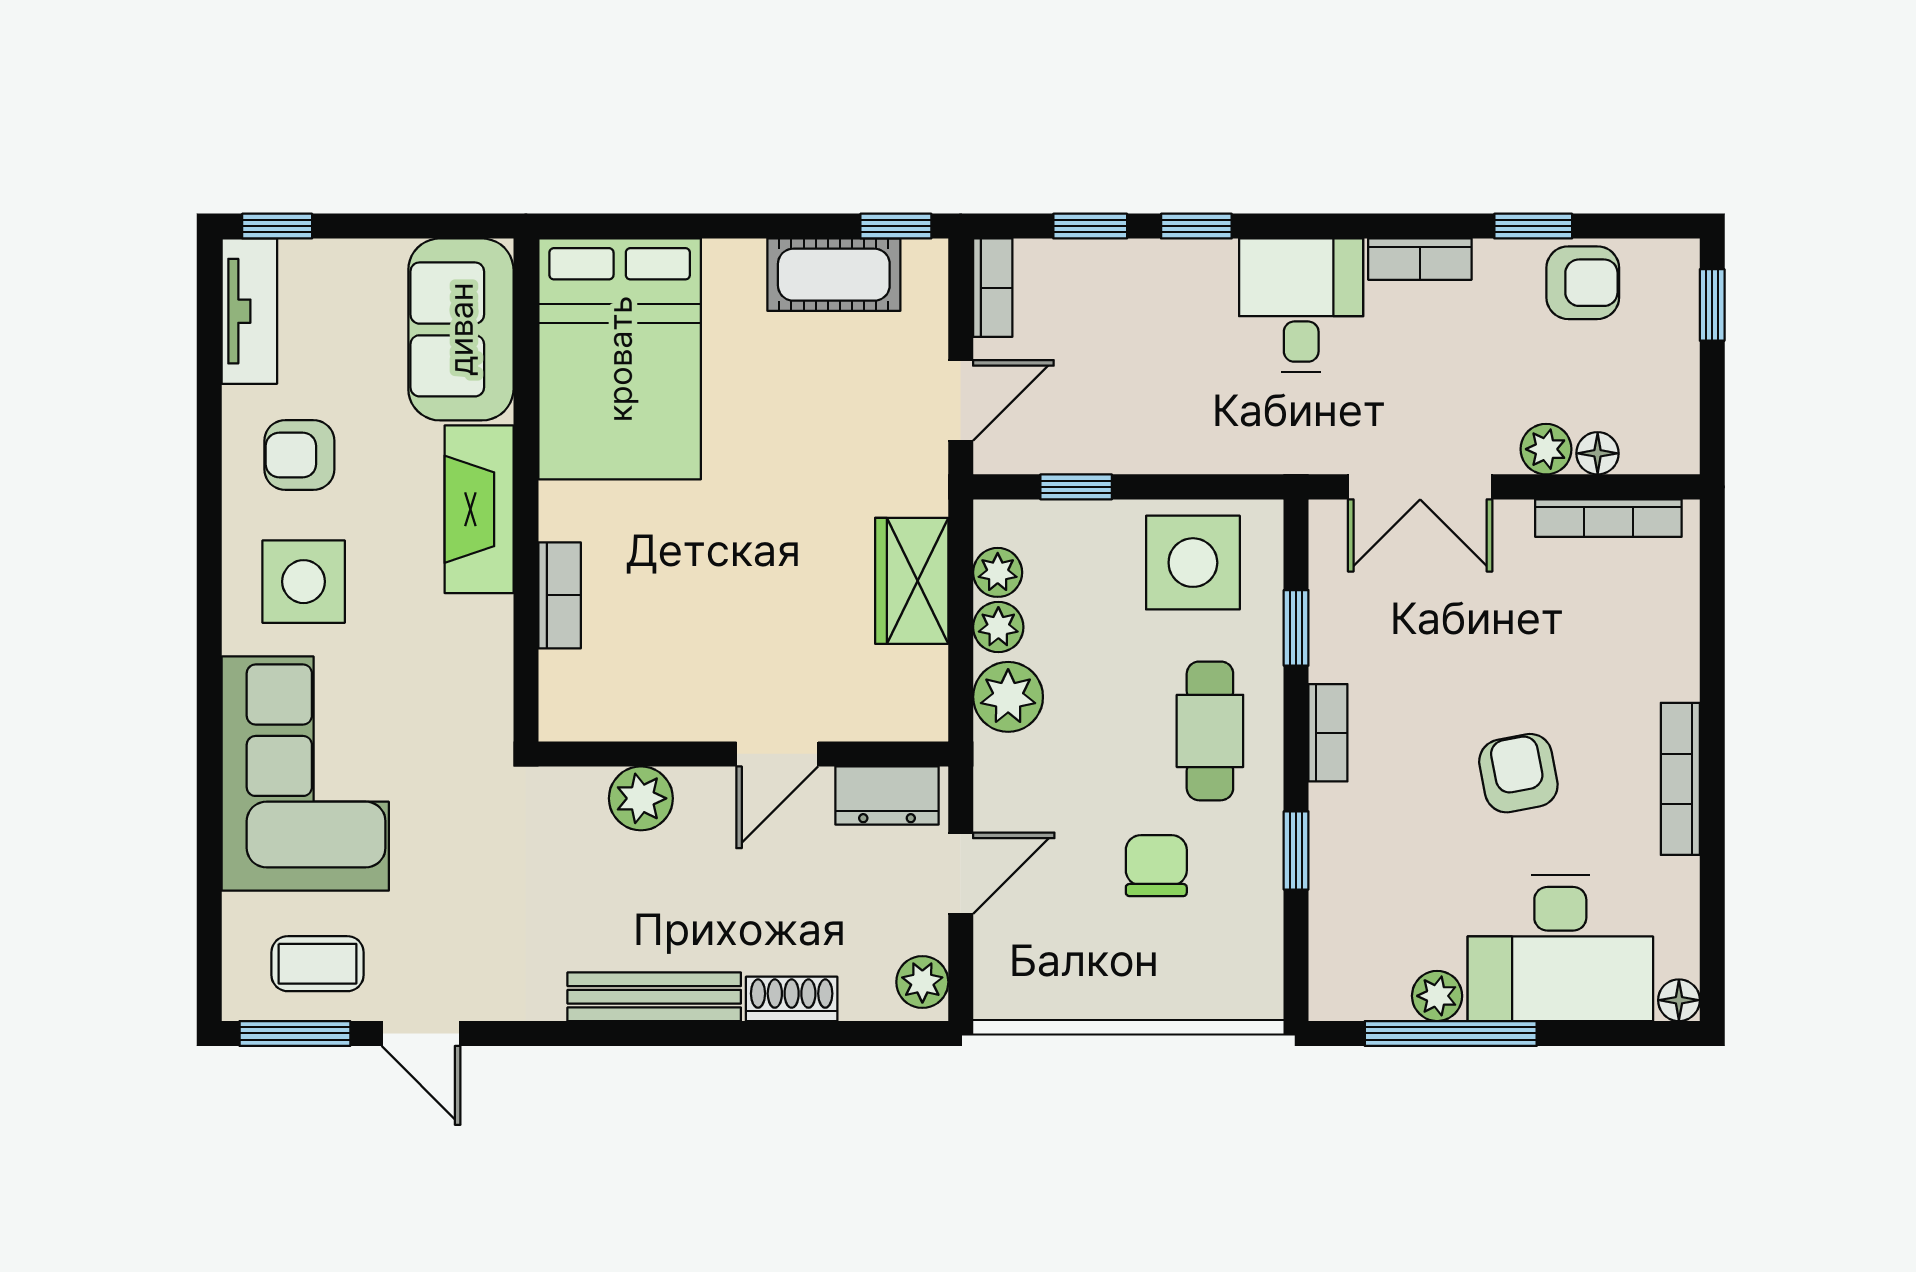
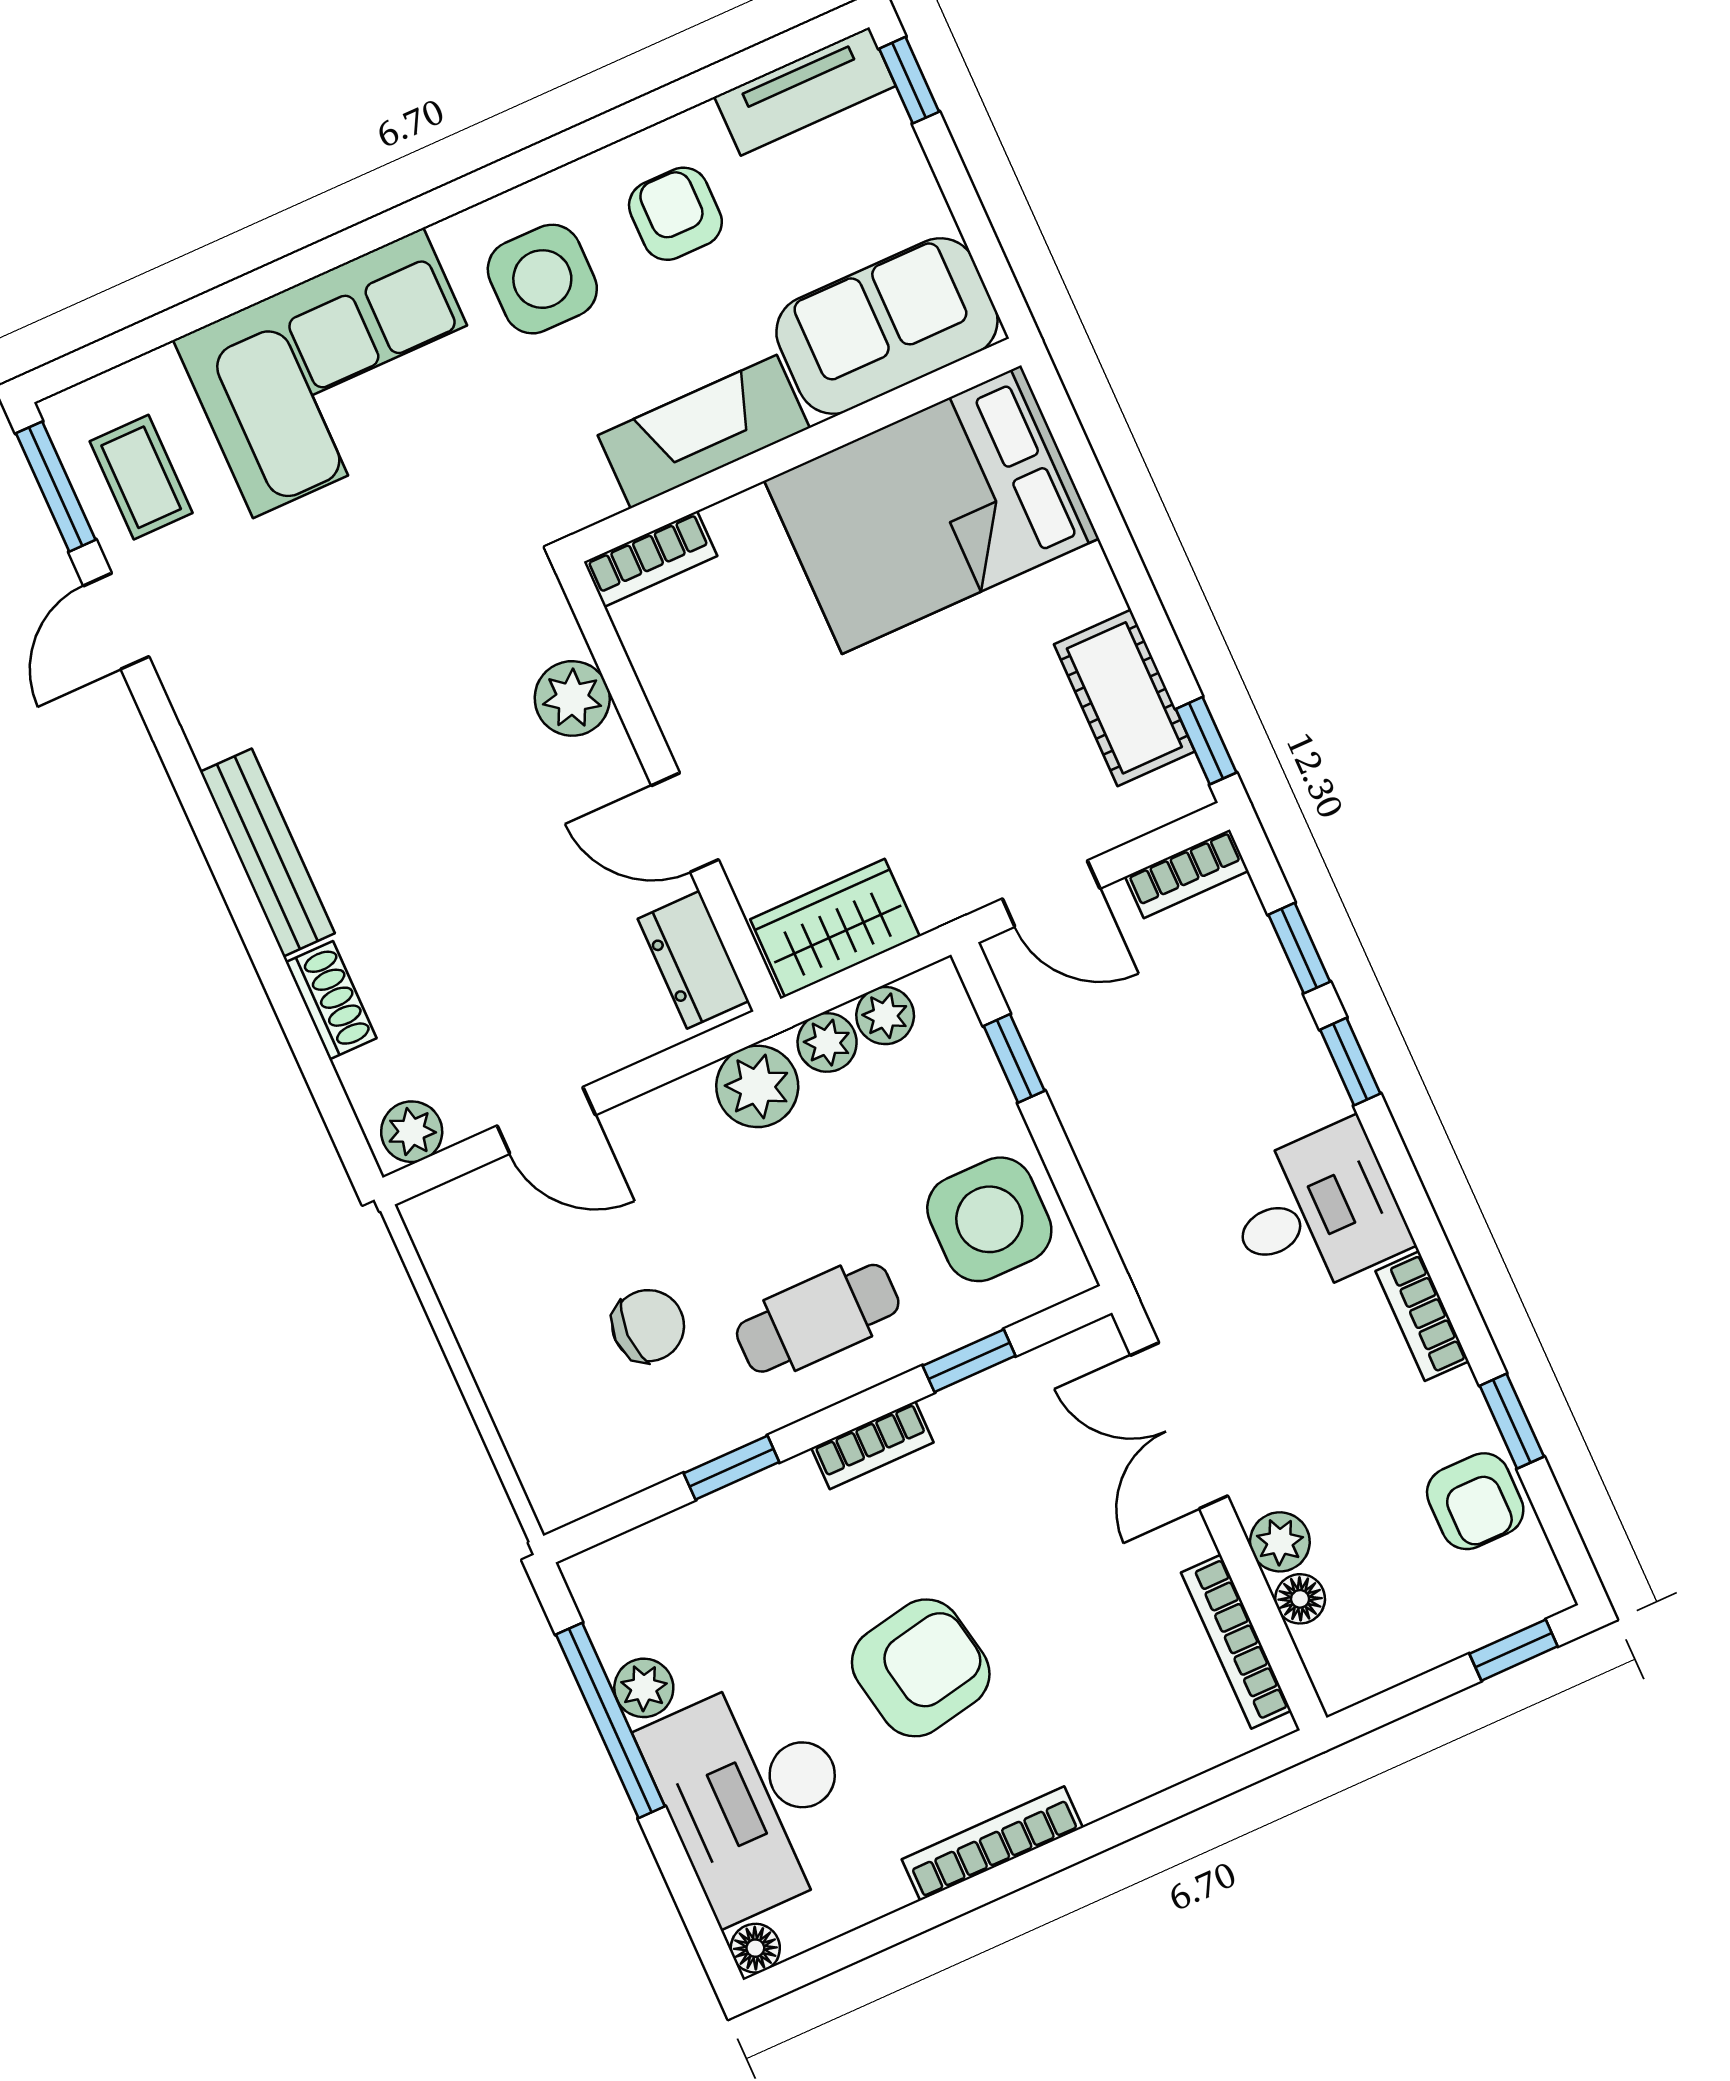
wall: (743, 754) -> (669, 786), moved
door: (777, 754) -> (685, 823), moved
armchair: (1518, 773) -> (921, 1668), width x1.38, depth x1.38
dresser: (887, 795) -> (693, 960), moved
plant: (641, 798) -> (572, 698), moved

